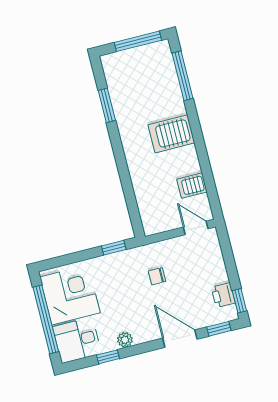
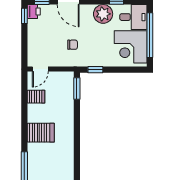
window: (107, 105) -> (77, 89), moved
door: (196, 228) -> (40, 69), hinge flipped
printer: (223, 295) -> (34, 11), moved
plant: (125, 340) -> (103, 14), width x1.88, depth x1.88

